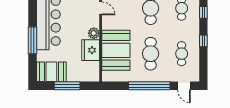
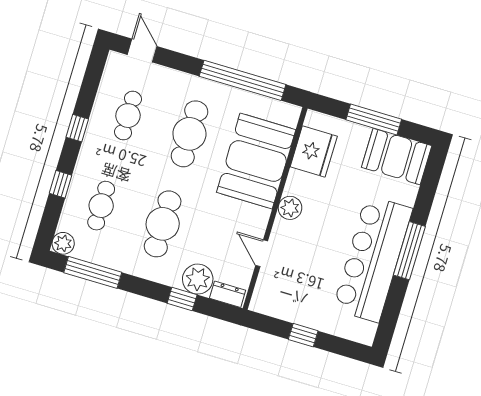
window: (33, 40) -> (409, 251), moved
fridge: (91, 50) -> (314, 152), moved
window: (149, 86) -> (243, 80), moved

